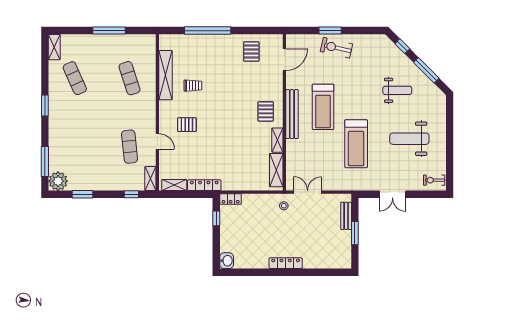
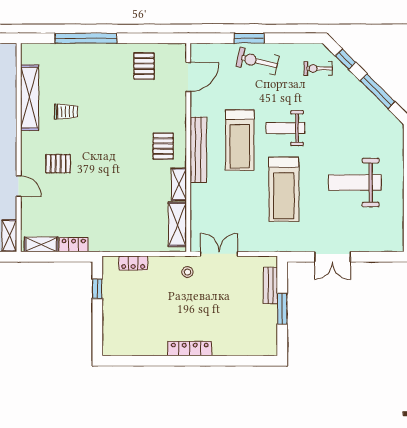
weight bench: (397, 90) -> (285, 128), moved, turned 180
exercise bike: (434, 180) -> (318, 69), moved
locker: (204, 185) -> (74, 245), width x0.66
locker: (231, 199) -> (133, 263), moved
washbasin: (227, 261) -> (111, 345), removed

